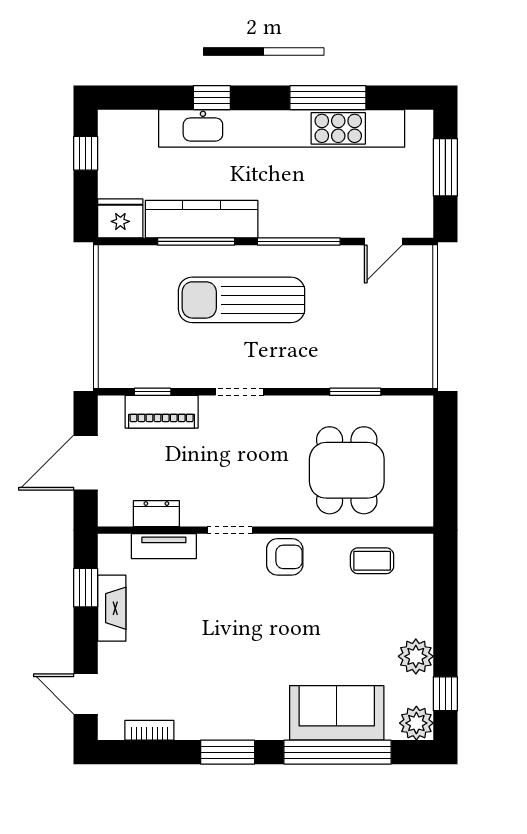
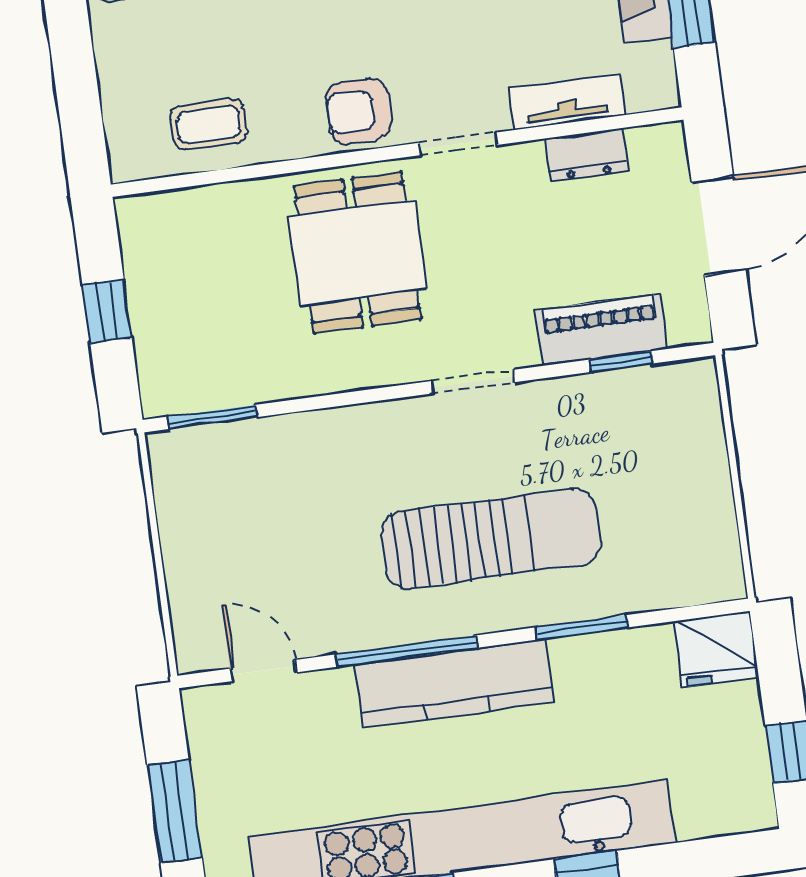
kitchen counter: (202, 219) -> (454, 683), moved
window: (196, 241) -> (582, 627), width x0.69
door: (383, 241) -> (263, 671), hinge flipped
window: (355, 392) -> (212, 417), moved
window: (445, 461) -> (107, 311), added
dining table: (347, 470) -> (357, 253), moved

